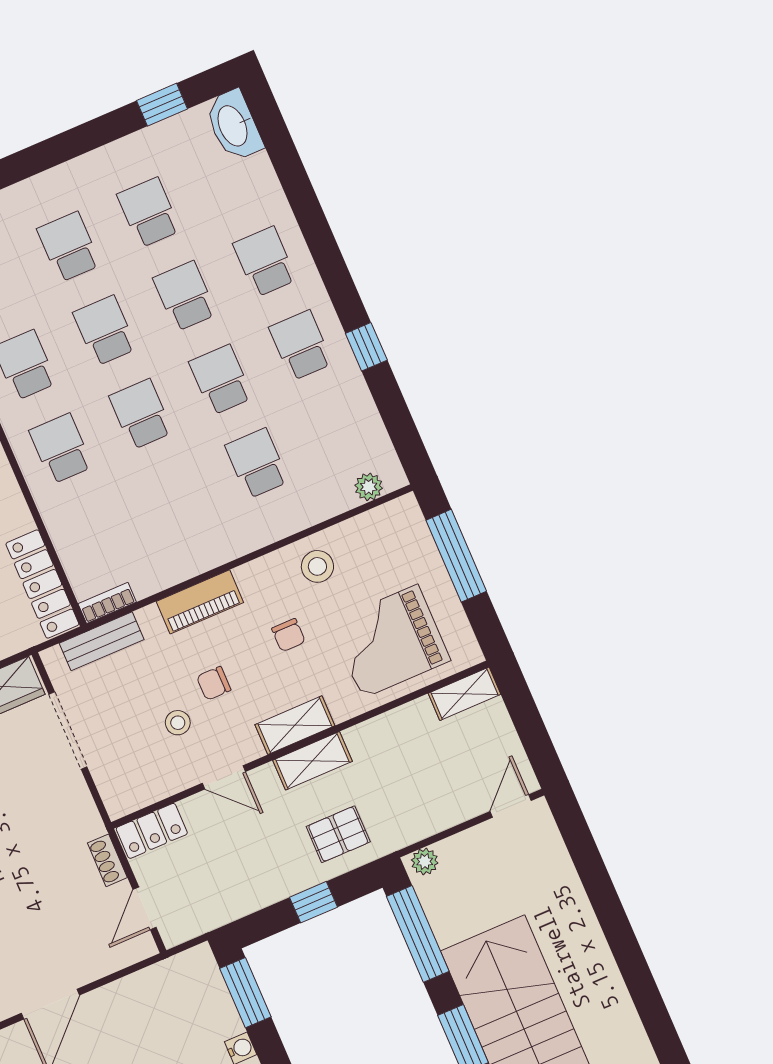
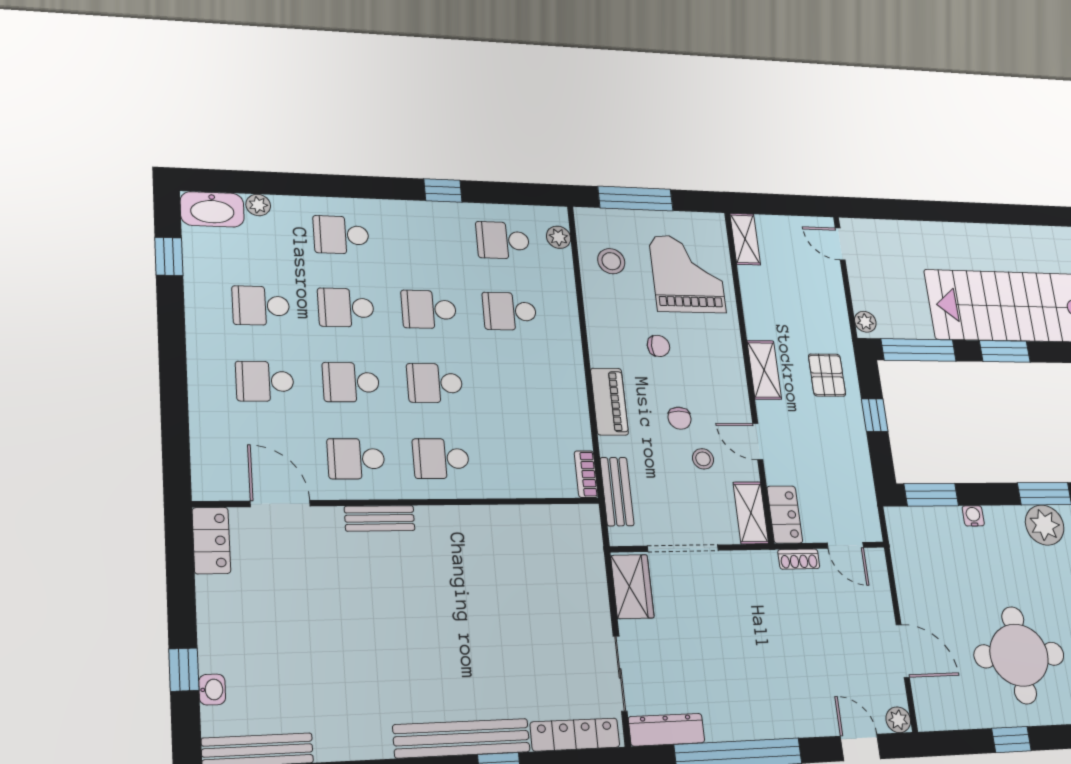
plant: (260, 168) -> (258, 205), added
school desk: (301, 345) -> (503, 240), moved
stool: (317, 566) -> (611, 261), moved
locker: (42, 584) -> (553, 520), removed
grand piano: (390, 641) -> (687, 274), turned 180
shelving: (295, 725) -> (751, 513), moved
door: (224, 777) -> (758, 442), swing flipped

